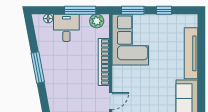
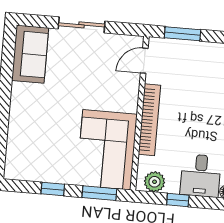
window: (80, 10) -> (178, 200), width x0.46
tv unit: (191, 53) -> (18, 121), removed

